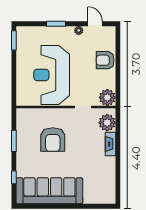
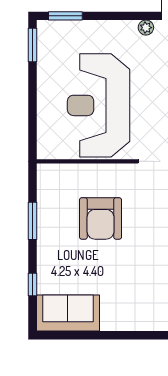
window: (56, 24) -> (65, 16), moved
sofa: (49, 191) -> (68, 313), width x0.54, depth x0.79

